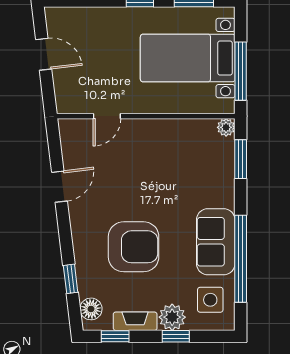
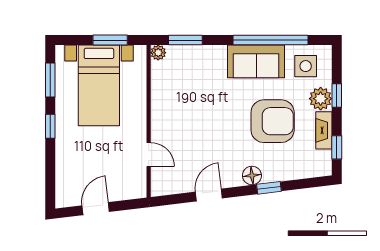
window: (241, 71) -> (110, 40), width x0.69
door: (59, 187) -> (209, 195), hinge flipped
armchair: (134, 247) -> (273, 121), moved, turned 90
window: (71, 279) -> (269, 188), moved
floor lamp: (91, 309) -> (252, 175), moved

